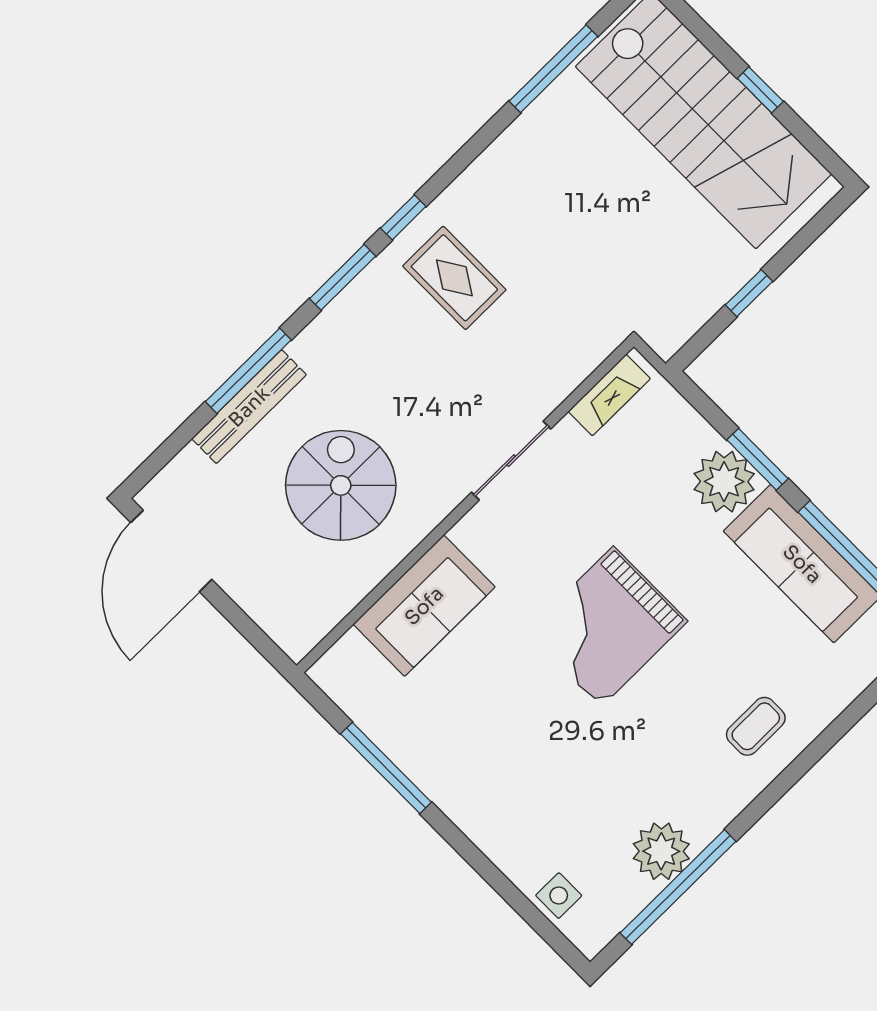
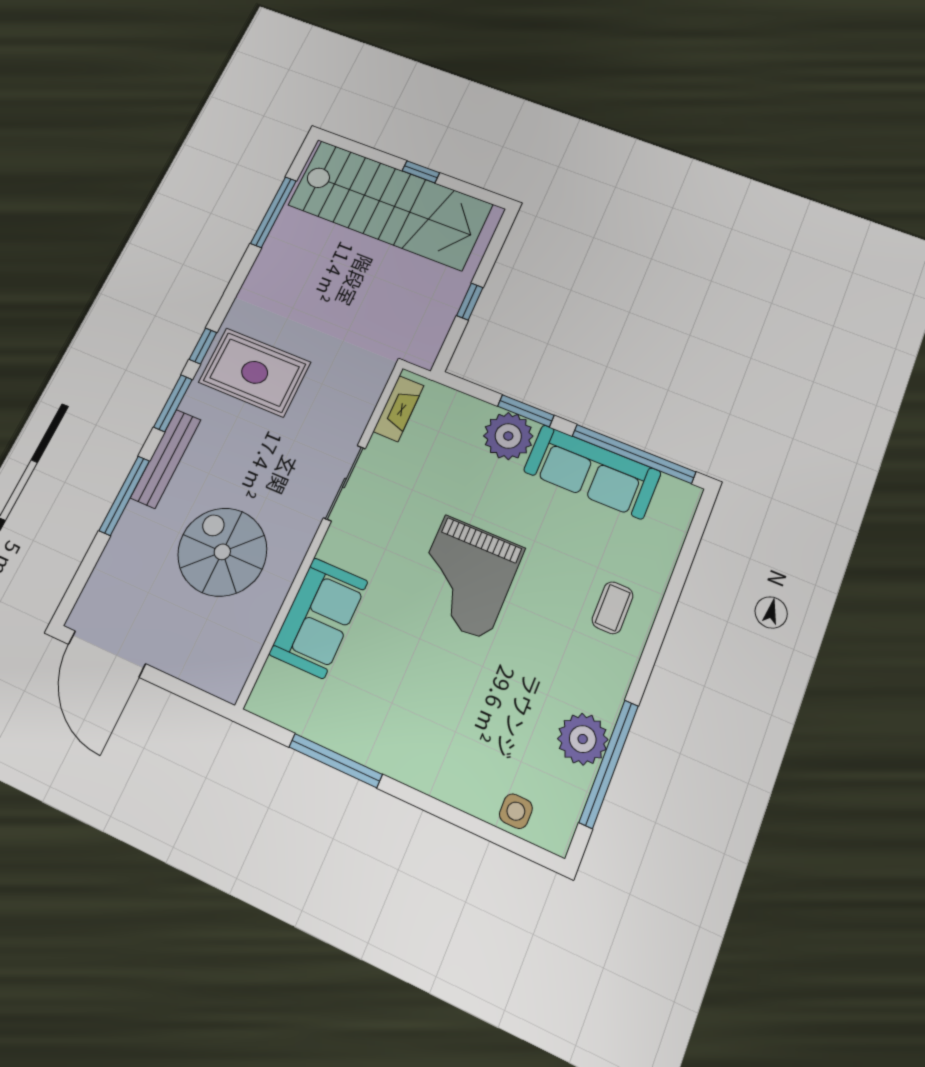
rug: (454, 278) -> (255, 372), width x1.36, depth x1.43
bench: (249, 407) -> (166, 459), moved

